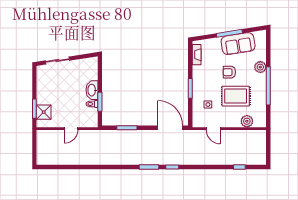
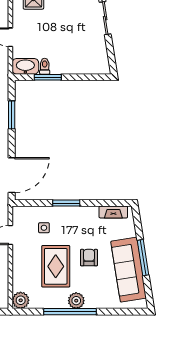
sofa: (238, 44) -> (129, 270), width x1.36
plant: (260, 67) -> (76, 301), moved
washbasin: (92, 90) -> (25, 66), moved
plant: (247, 121) -> (21, 300), moved

